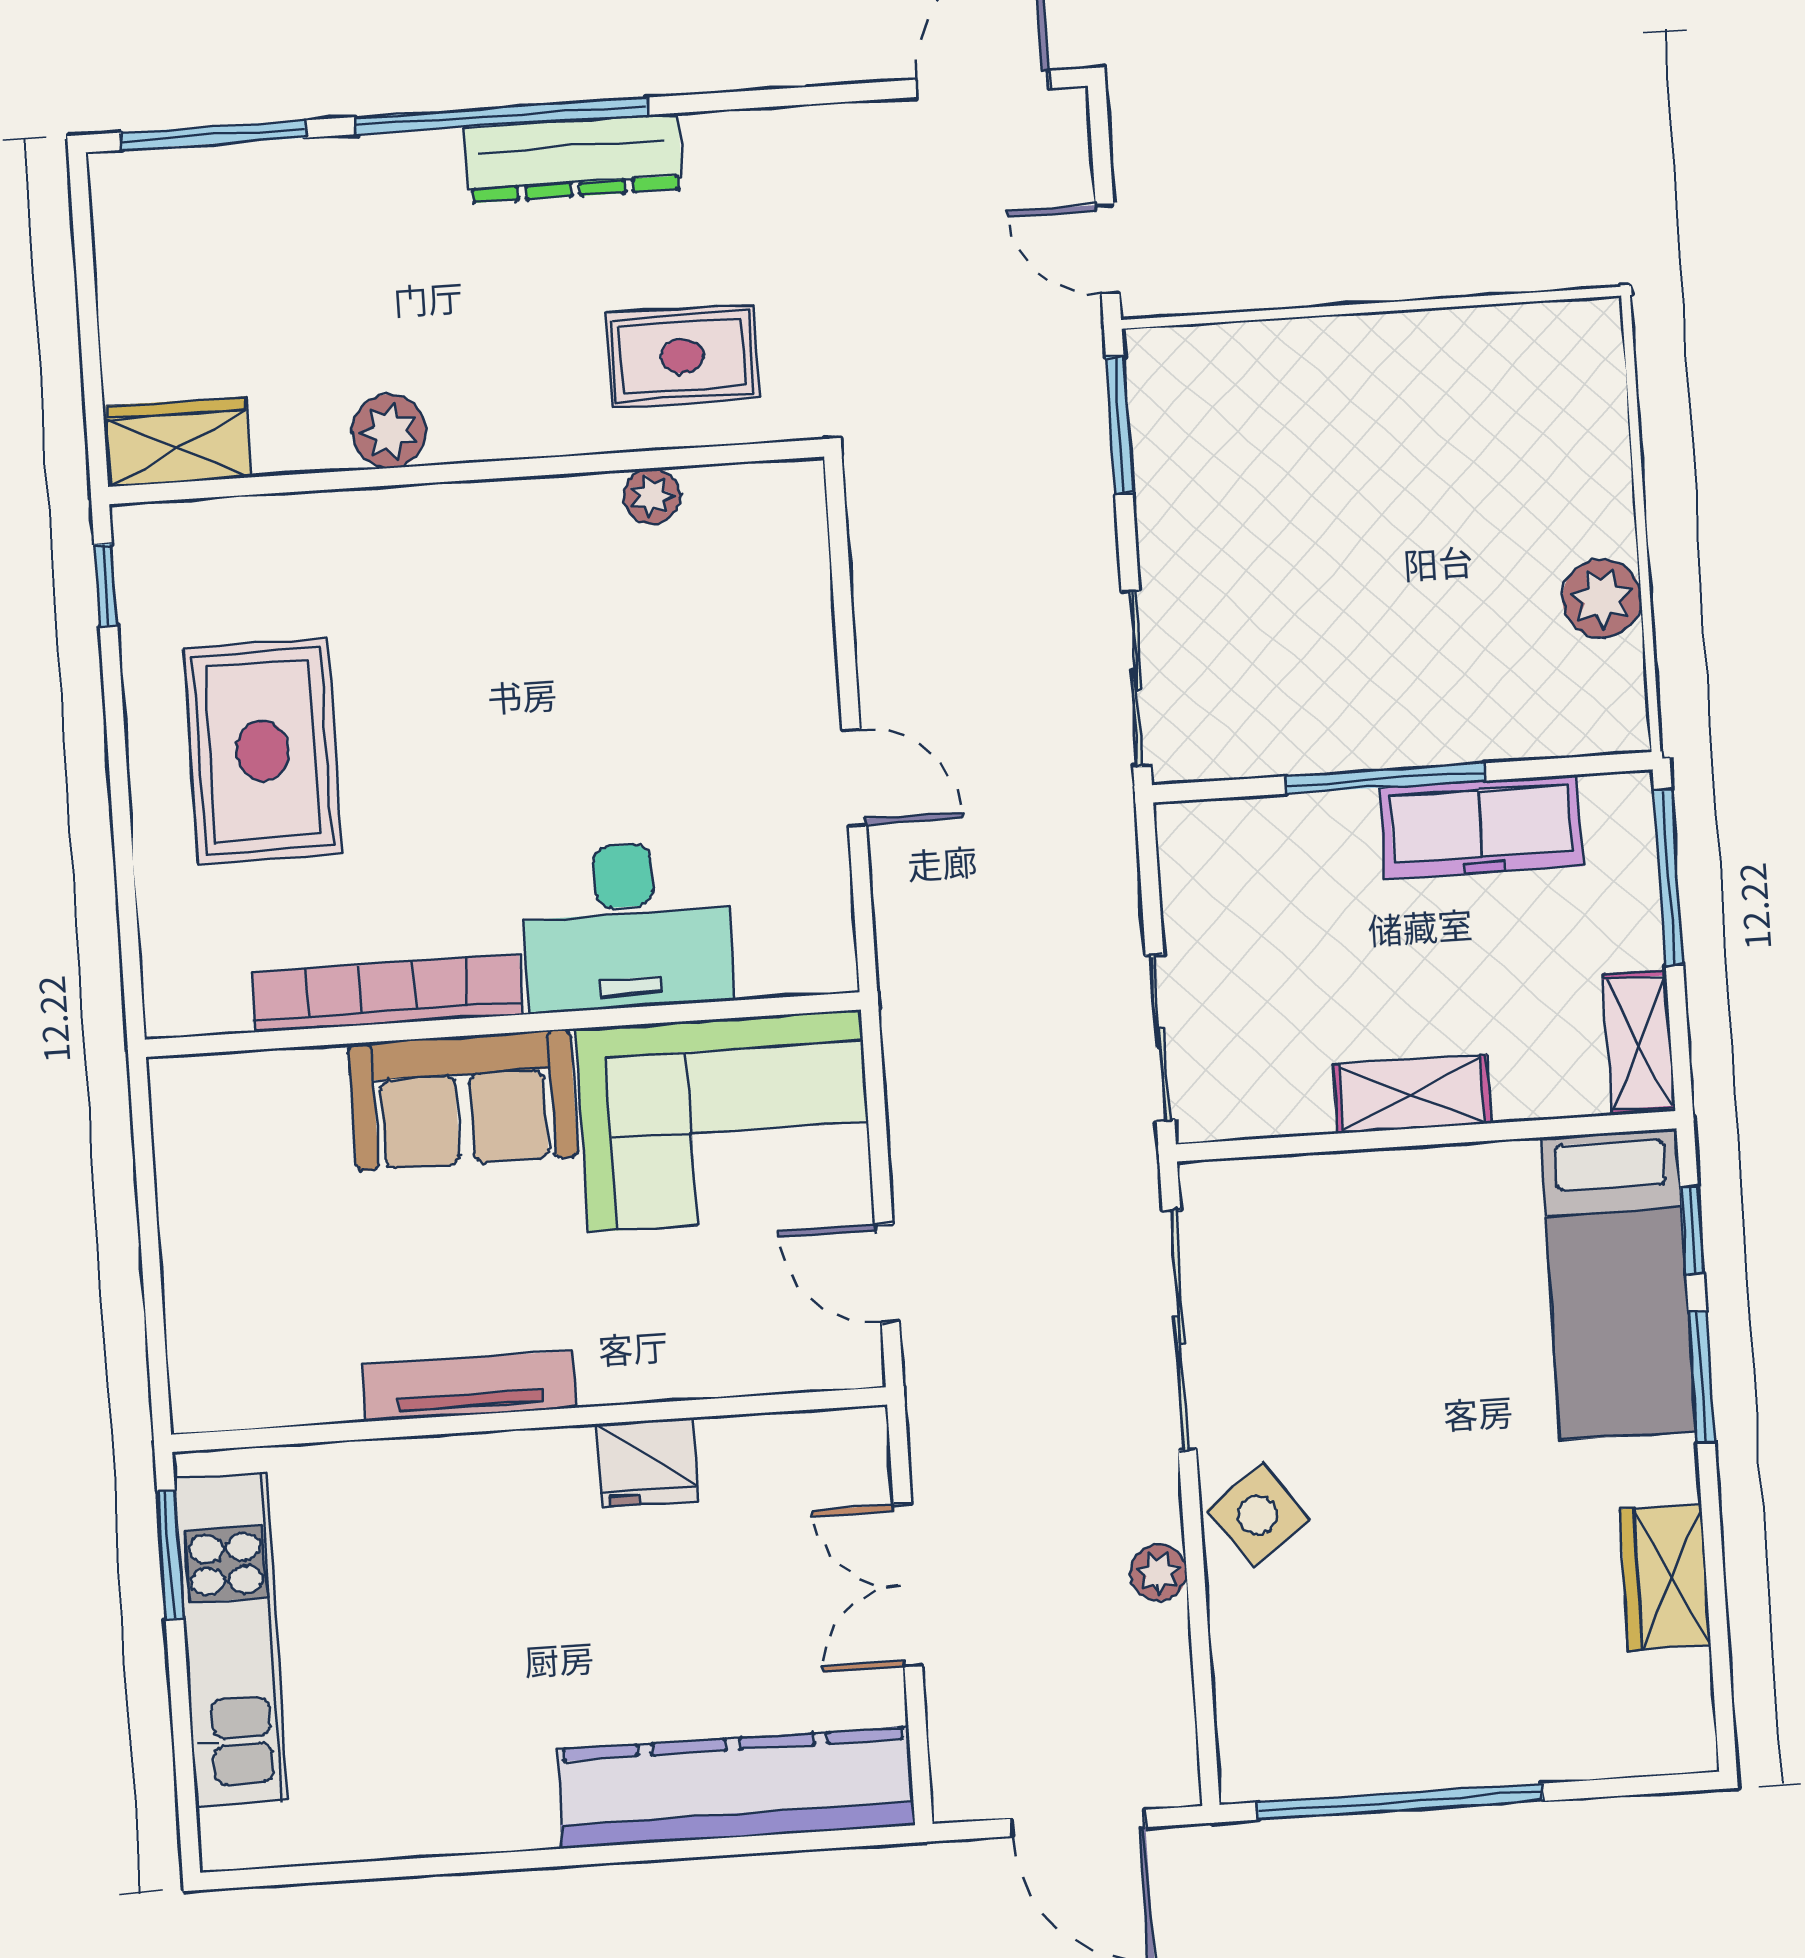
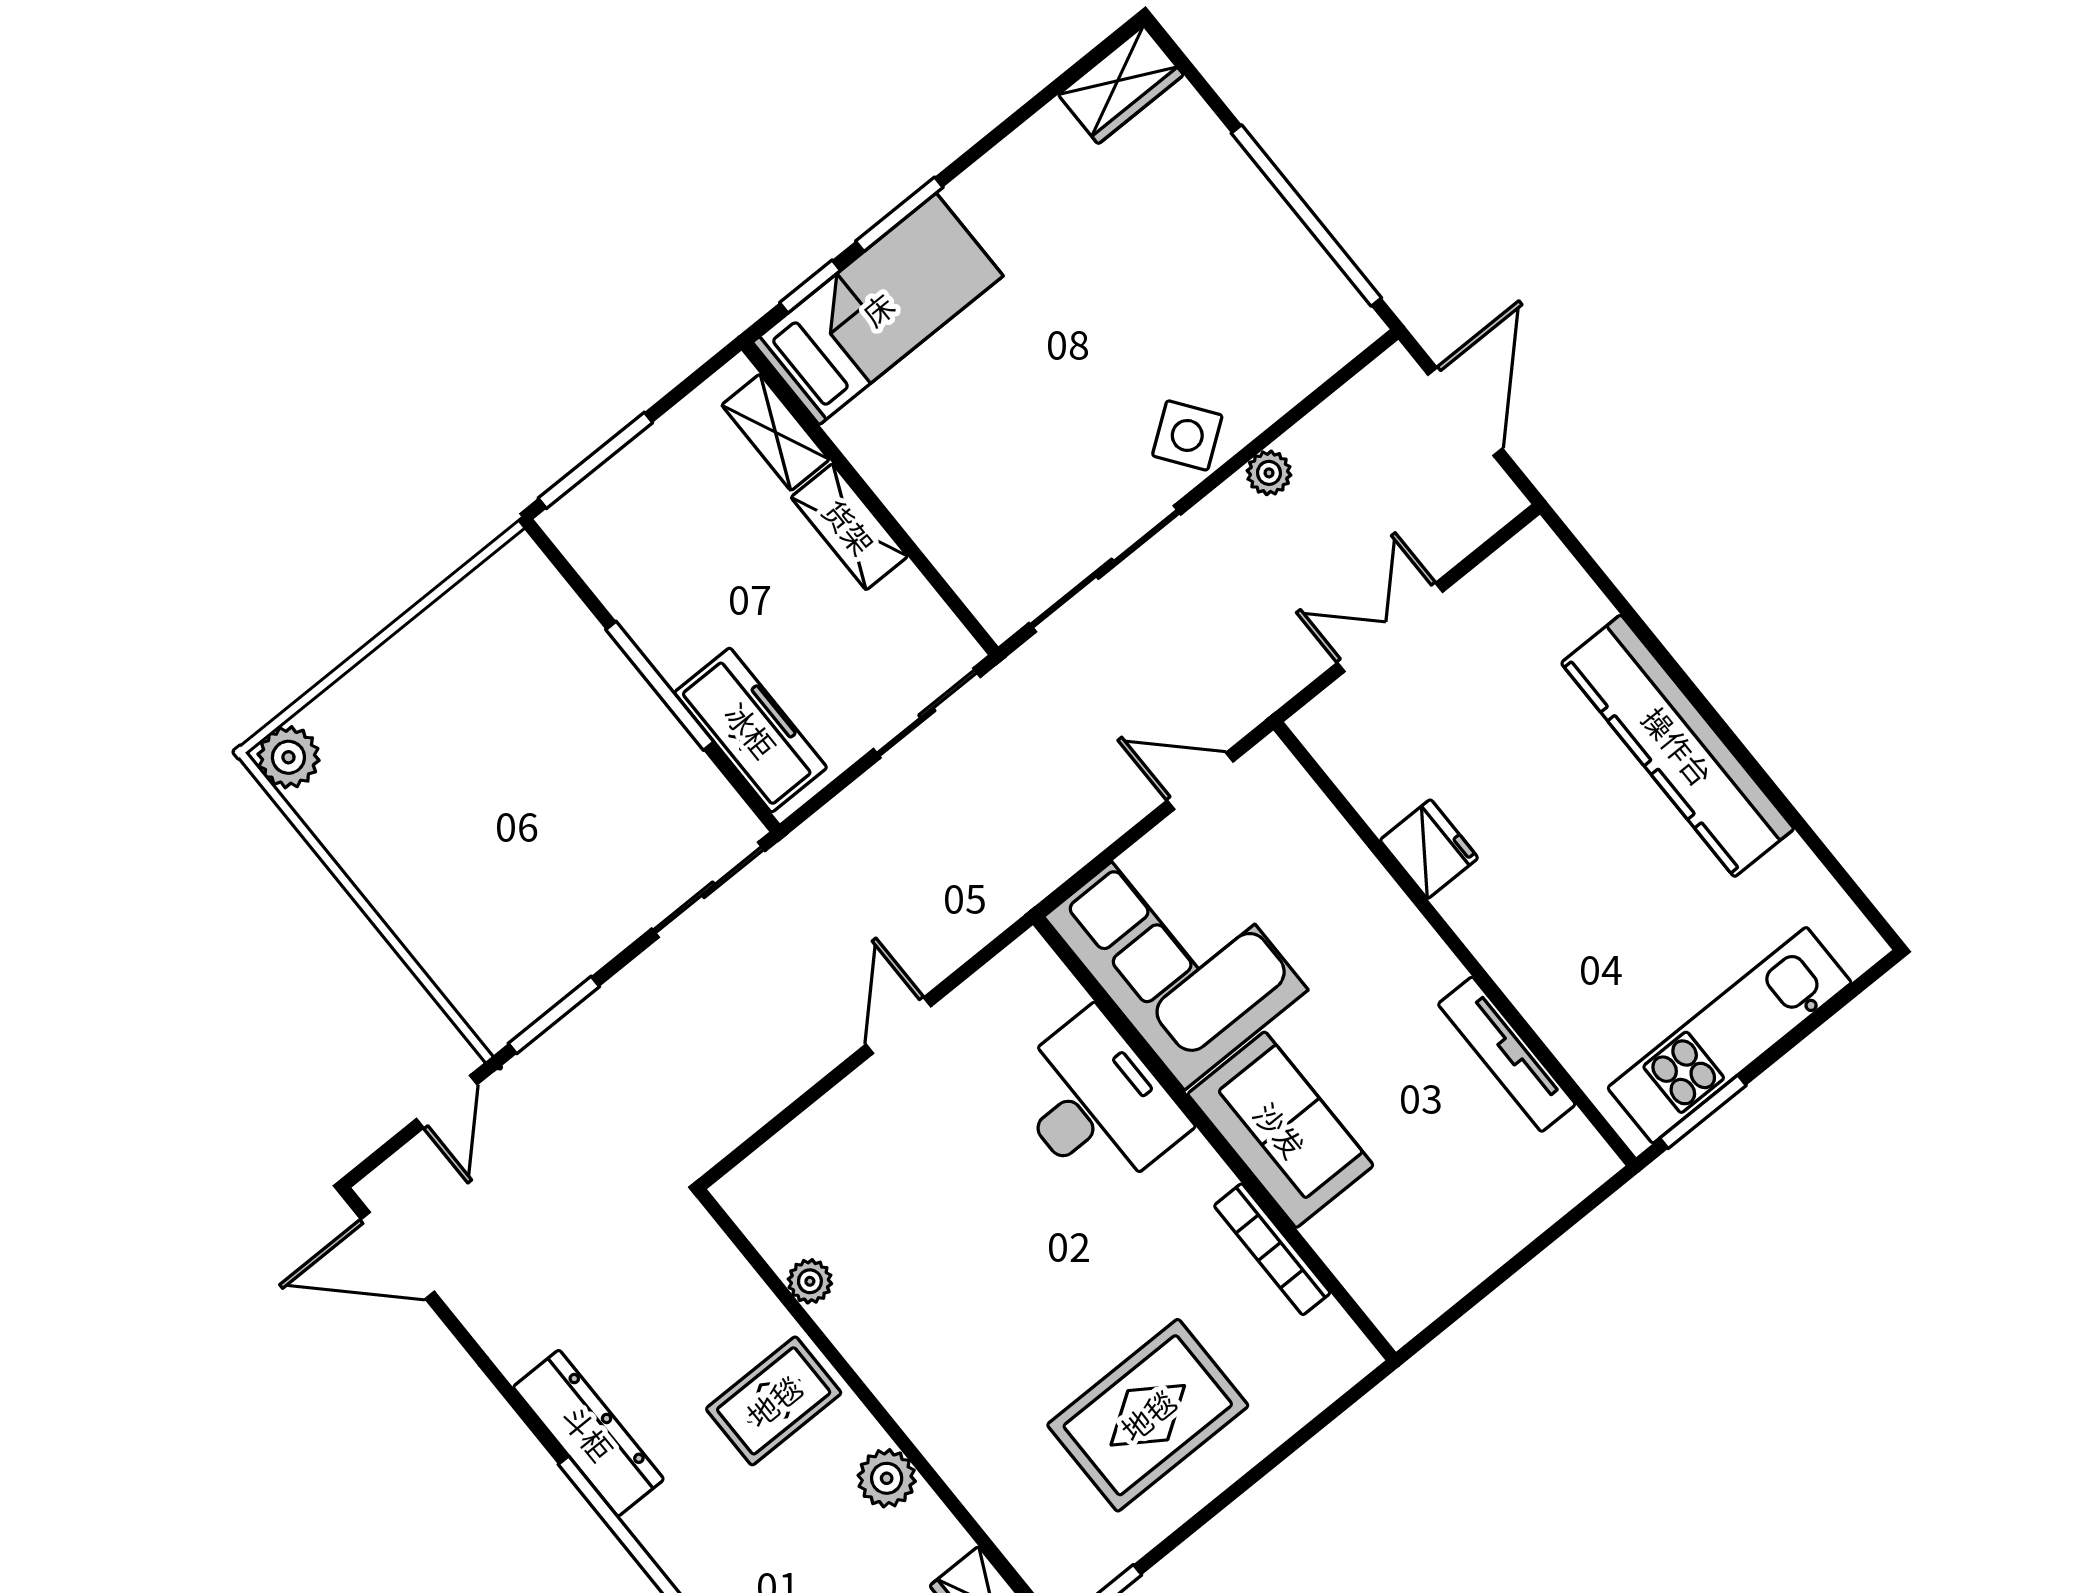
dresser: (573, 158) -> (588, 1433), moved
rug: (682, 356) -> (774, 1401), moved, turned 90
plant: (1602, 598) -> (288, 757), moved
freezer: (1481, 827) -> (751, 730), moved
bookcase: (387, 993) -> (1272, 1249), width x0.68, depth x0.76
shelving: (1639, 1043) -> (776, 432), moved, turned 90
door: (887, 1273) -> (1200, 781), swing flipped
tv unit: (470, 1386) -> (1507, 1054), moved
wardrobe: (1665, 1577) -> (1121, 85), moved
double door: (908, 1585) -> (1390, 627), swing flipped
kitchen counter: (736, 1788) -> (1678, 746), moved

